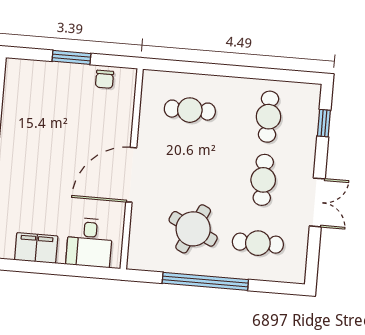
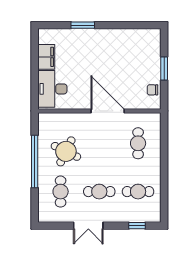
door: (131, 175) -> (108, 111), moved
desk: (89, 242) -> (52, 89), width x1.37

